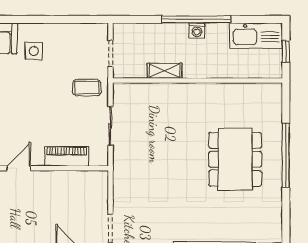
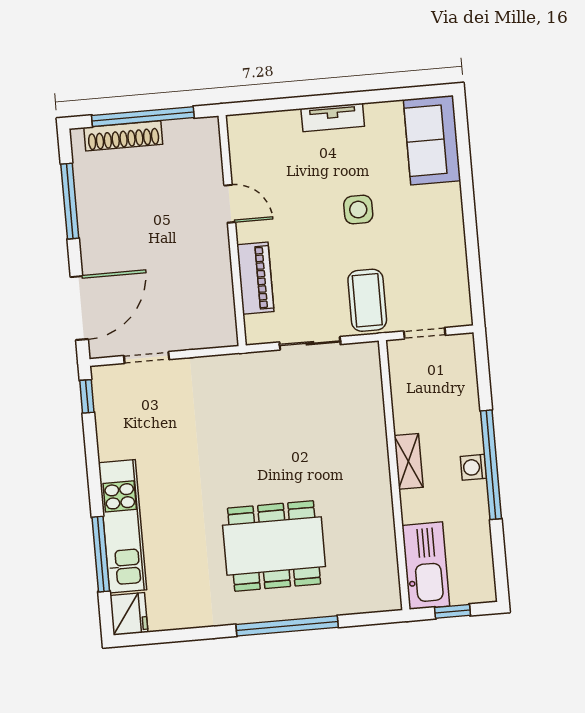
kitchen sink: (256, 36) -> (426, 566), moved, turned 180
side table: (34, 51) -> (358, 210), moved
shelving: (165, 71) -> (408, 461), moved
coffee table: (87, 88) -> (367, 300), width x1.36, depth x1.30

